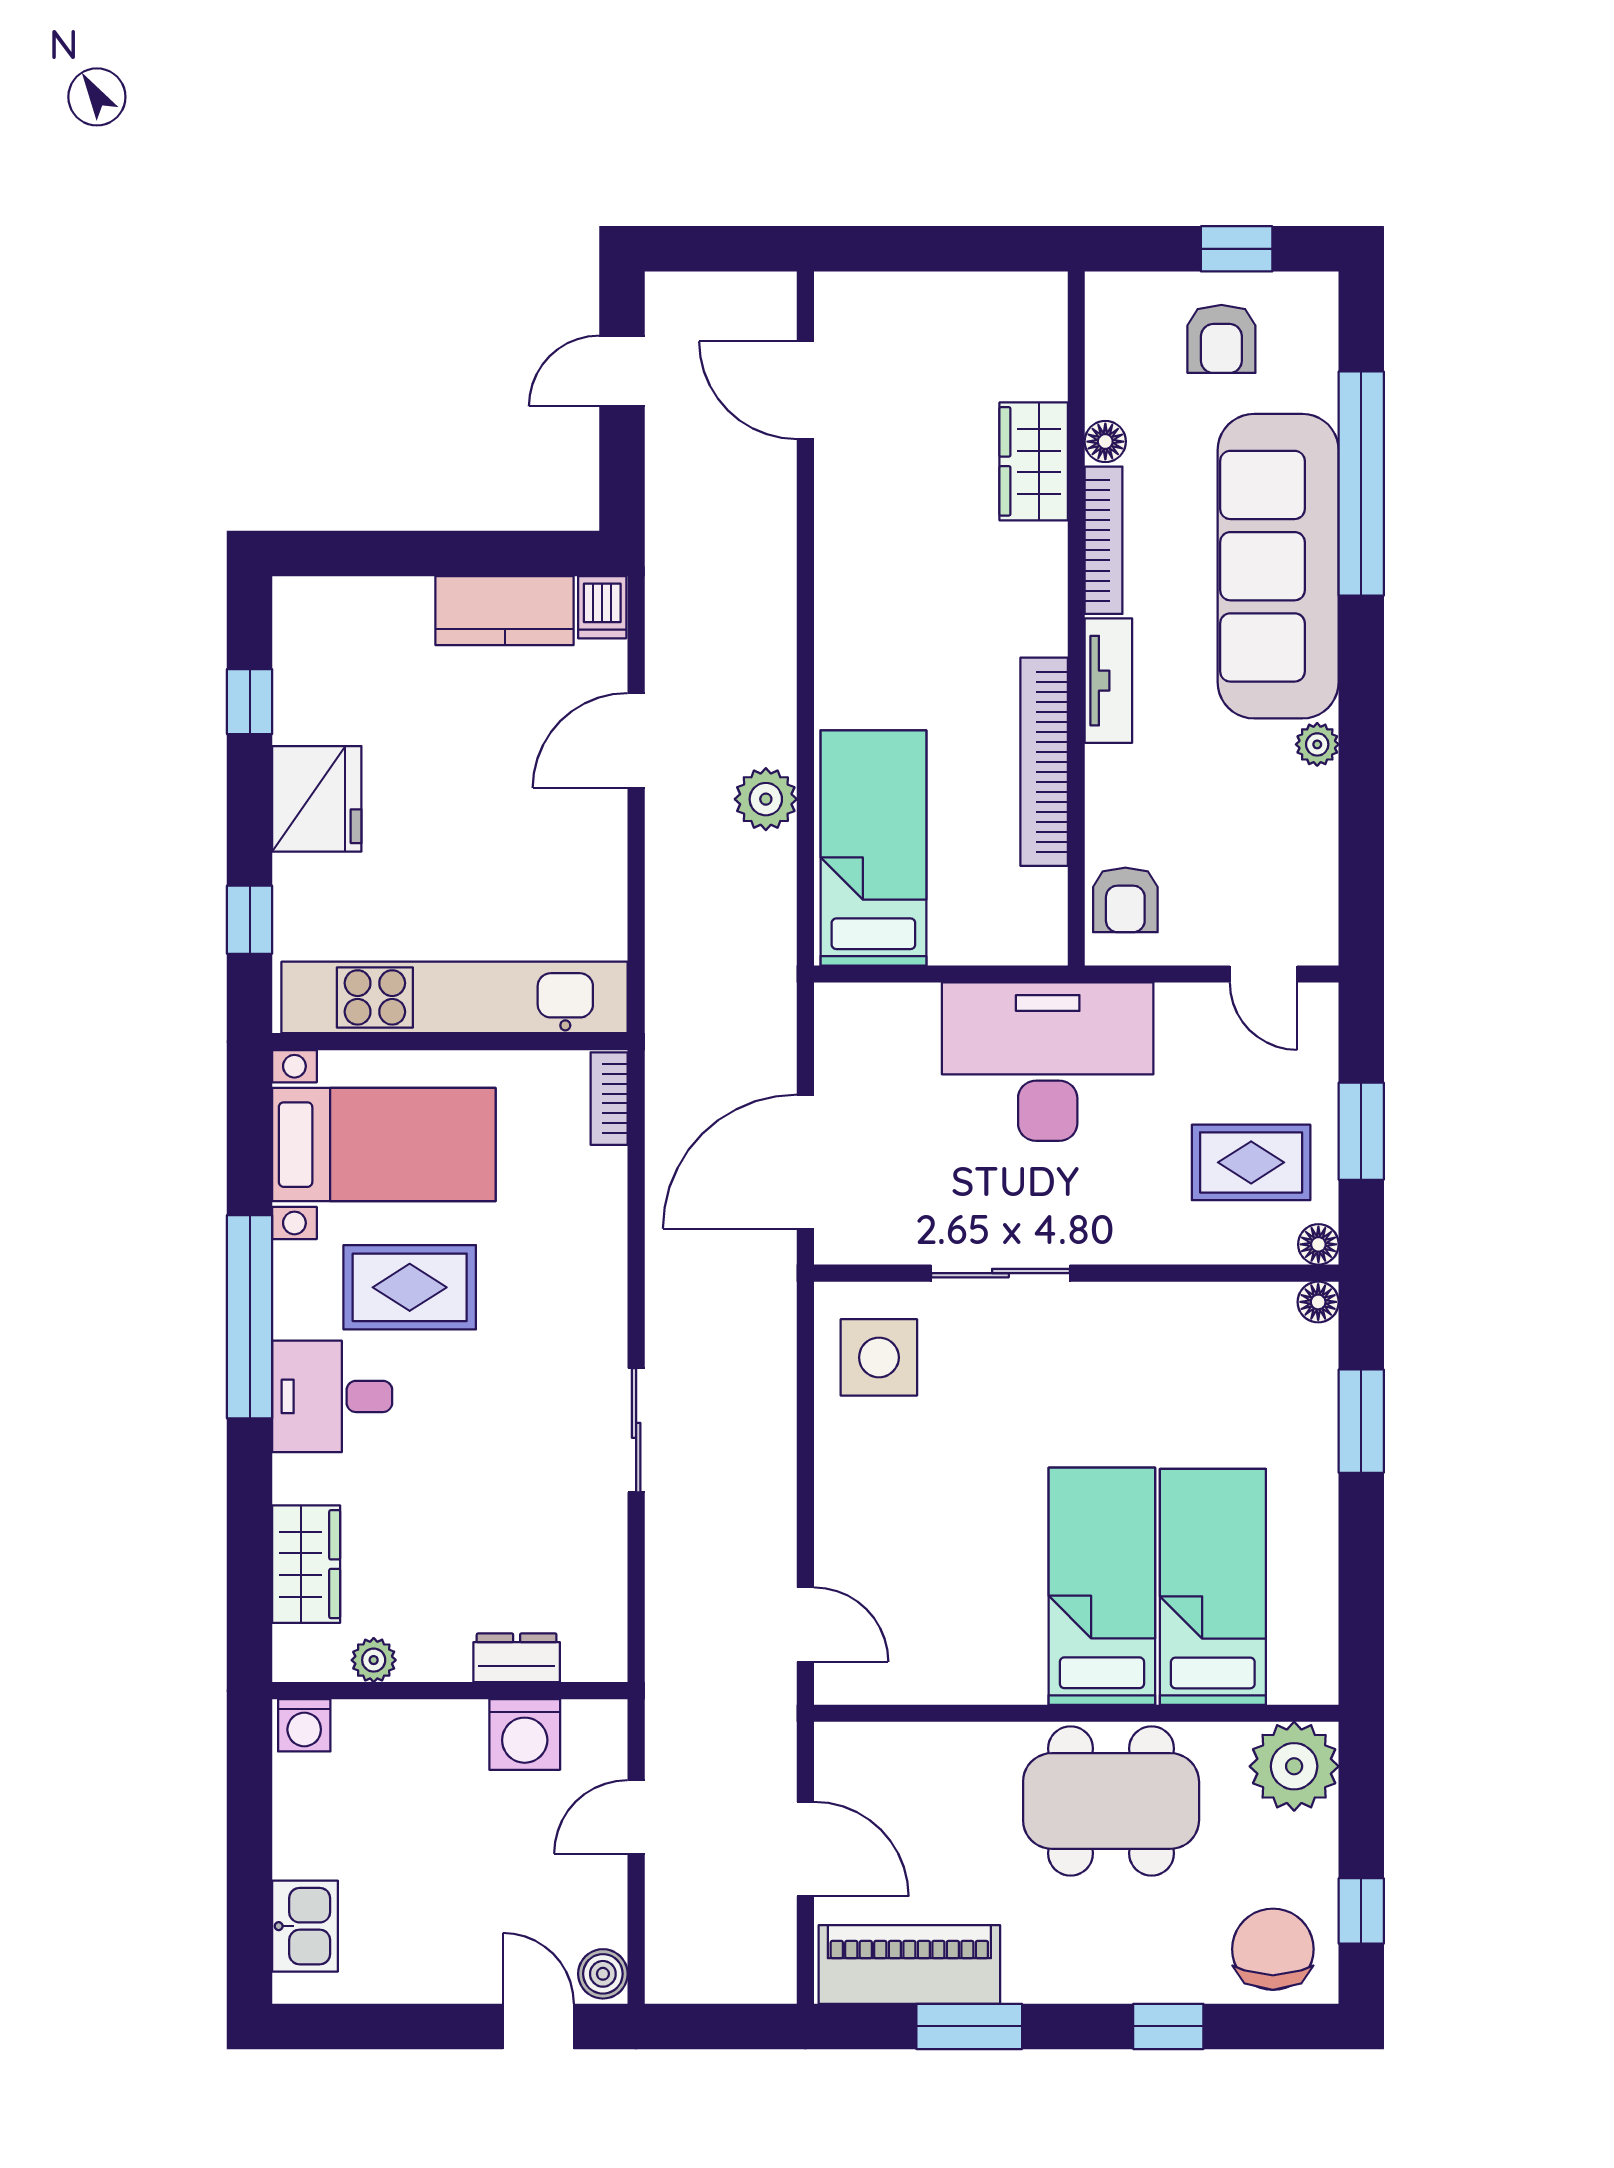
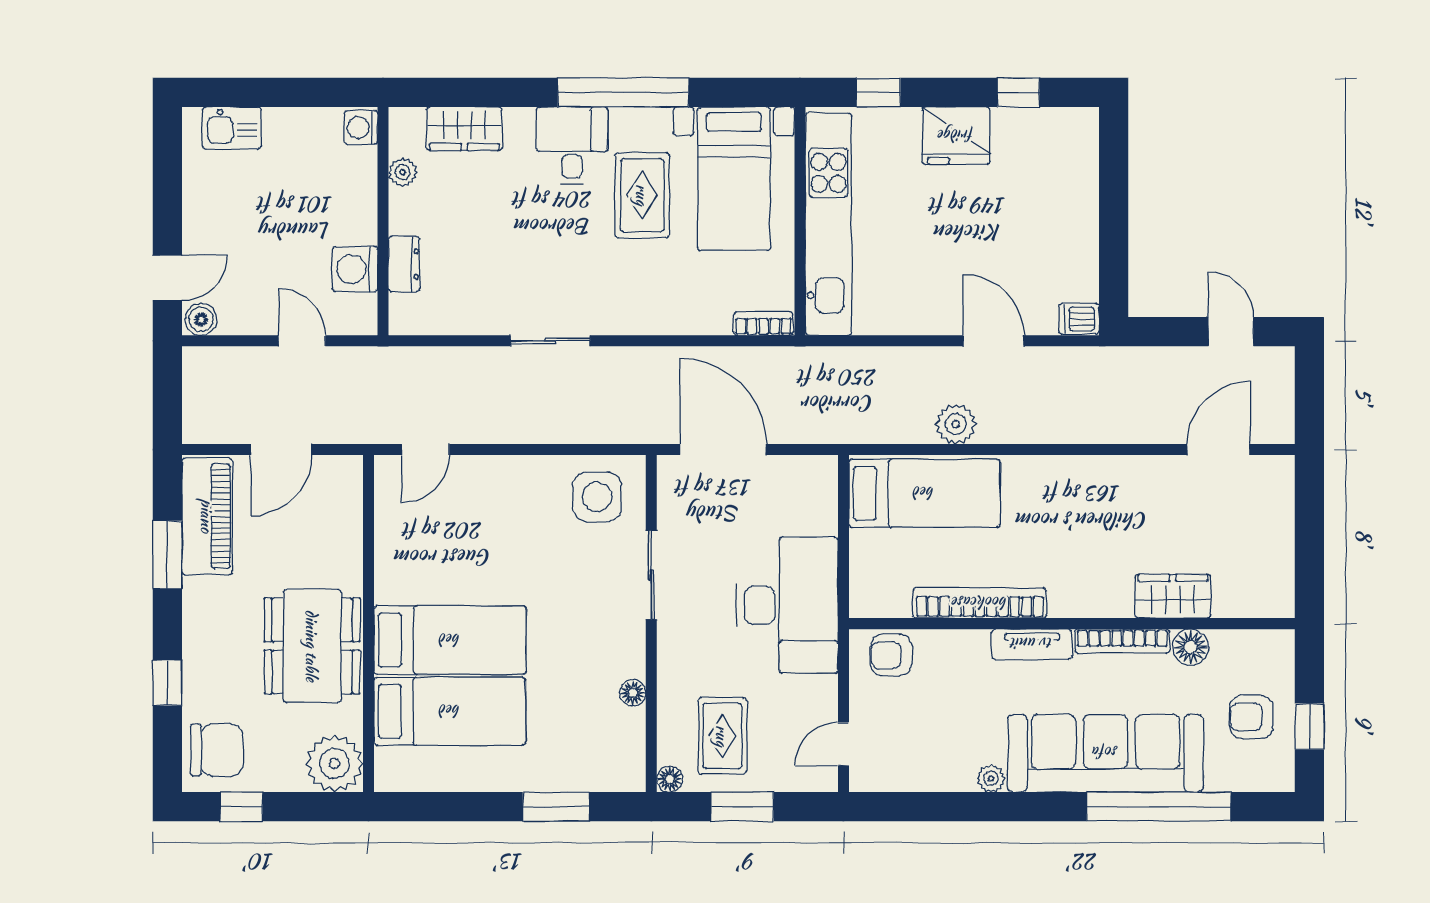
floor lamp: (1105, 442) -> (1190, 647), width x1.37, depth x1.37
kitchen counter: (505, 611) -> (1077, 256), removed
floor lamp: (1318, 1302) -> (633, 693), moved

